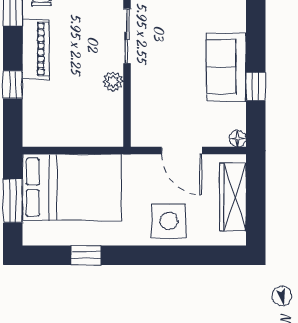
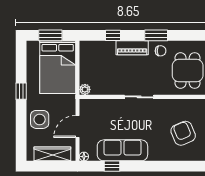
sofa: (226, 67) -> (122, 150), width x1.36
plant: (113, 82) -> (85, 89), moved
window: (86, 255) -> (21, 91), moved

